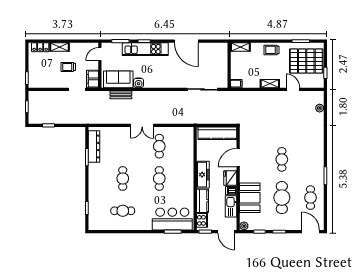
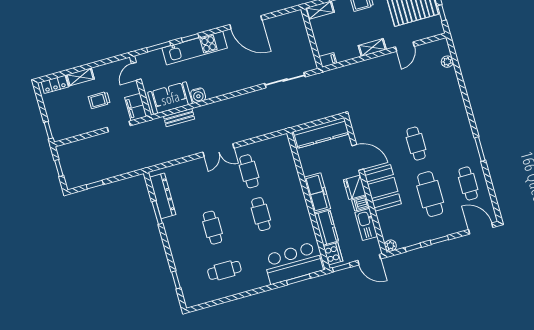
door: (293, 89) -> (405, 47), swing flipped
door: (238, 158) -> (358, 157), swing flipped
booth: (250, 198) -> (383, 188), moved

